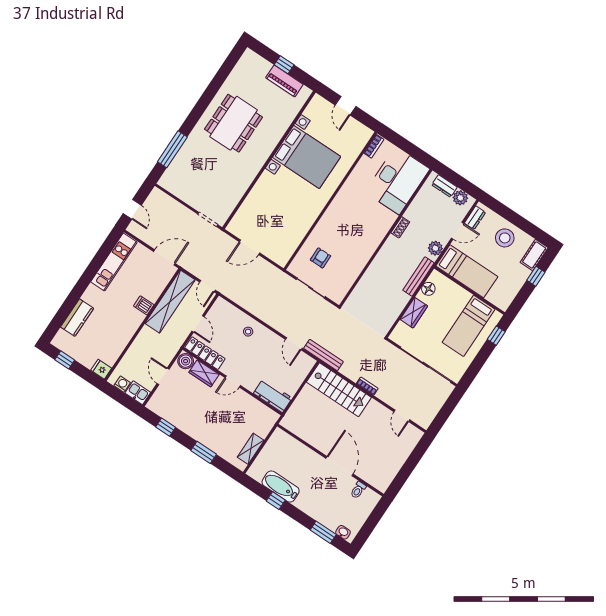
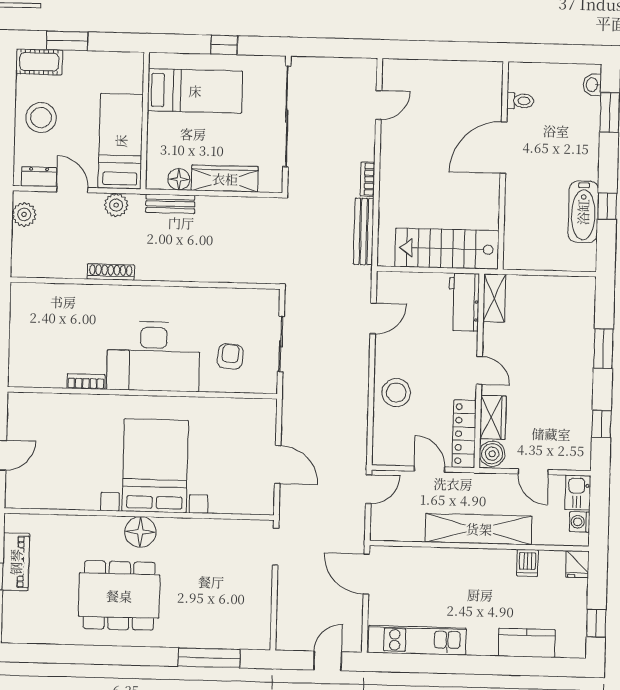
bookcase: (374, 146) -> (86, 382), moved
floor lamp: (259, 155) -> (140, 532), added
bed with nightstands: (307, 157) -> (155, 466), moved
desk: (397, 180) -> (153, 356), moved, turned 180
dresser: (444, 186) -> (22, 247), removed
shoe rack: (400, 227) -> (111, 272), width x1.43
armchair: (320, 258) -> (230, 356), turned 95
bench: (418, 276) -> (170, 204), width x0.73
window: (536, 276) -> (67, 41), width x1.50
shelving: (170, 302) -> (479, 529), moved
dishwasher: (144, 305) -> (527, 563), moved
wardrobe: (414, 313) -> (225, 179), width x1.50
door: (198, 324) -> (430, 469), hinge flipped
stool: (248, 332) -> (396, 393), width x1.89, depth x1.89
window: (496, 336) -> (224, 45), moved
bench: (323, 355) -> (364, 231), moved
door: (163, 376) -> (533, 472), hinge flipped
stairs: (339, 390) -> (447, 249), moved, turned -90
shelving: (251, 449) -> (494, 298), moved, turned 90

